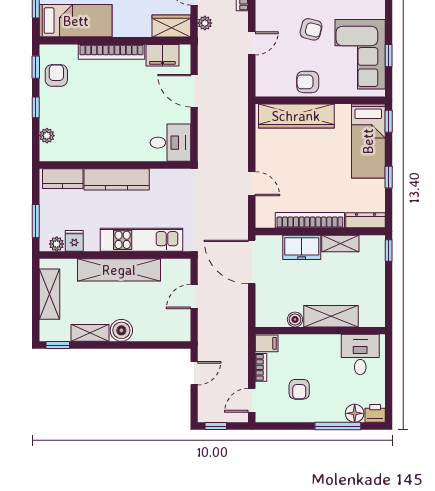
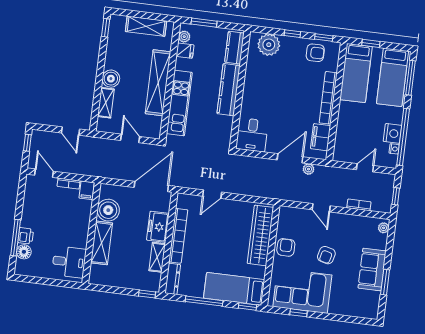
plant: (205, 23) -> (309, 169), moved
wardrobe: (171, 26) -> (343, 147), removed
plant: (47, 136) -> (269, 45), width x1.88, depth x1.88
window: (389, 177) -> (204, 301), width x2.17
boiler: (295, 319) -> (108, 210), width x1.86, depth x1.86
shelving: (90, 333) -> (106, 103), moved
armchair: (299, 389) -> (48, 211), removed
printer: (375, 413) -> (26, 236), moved

